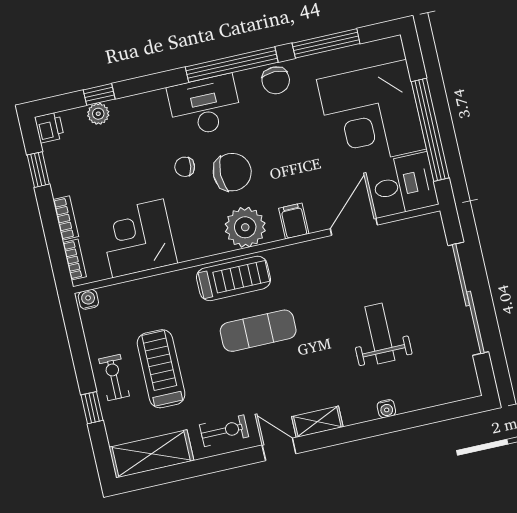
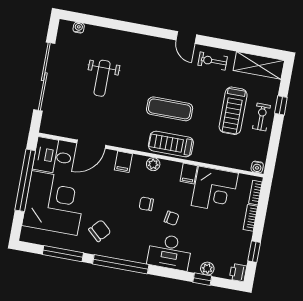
chair: (276, 80) -> (100, 231), moved, turned 42
desk: (205, 106) -> (170, 252), moved
chair: (232, 172) -> (146, 204), width x0.54, depth x0.54
plant: (245, 227) -> (153, 164), width x0.53, depth x0.53
filing cabinet: (188, 245) -> (189, 174), added
exercise bike: (114, 378) -> (261, 117), turned 180
water cooler: (386, 409) -> (79, 28), moved
shelving: (317, 422) -> (158, 44), removed

